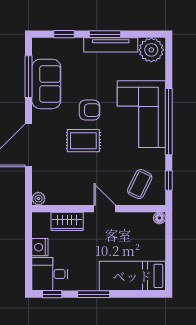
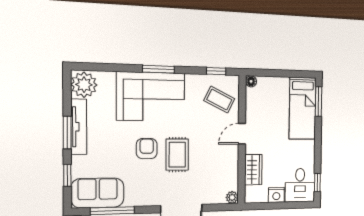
sofa: (46, 84) -> (98, 193), moved
window: (169, 122) -> (159, 69), width x0.47
window: (94, 294) -> (318, 102), moved

